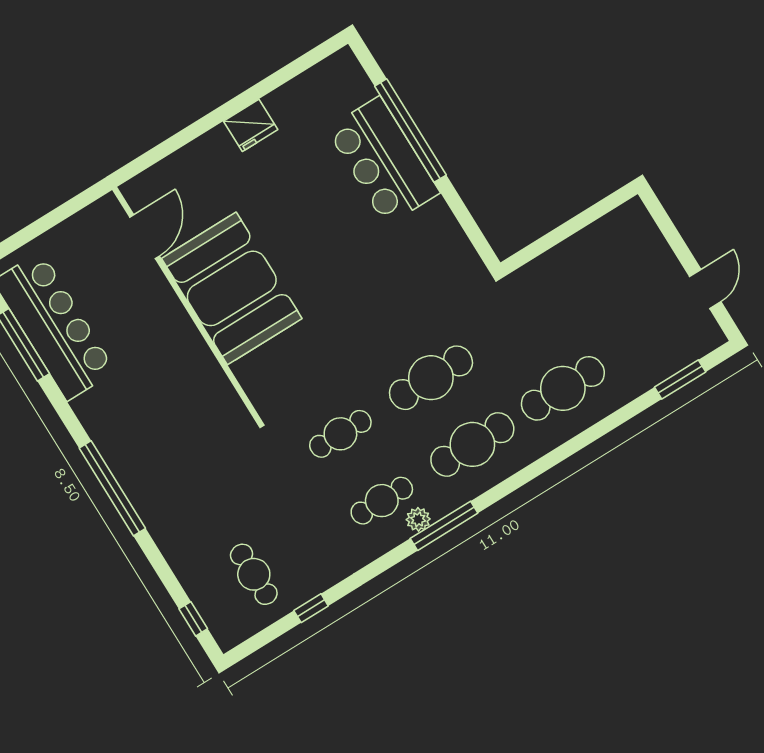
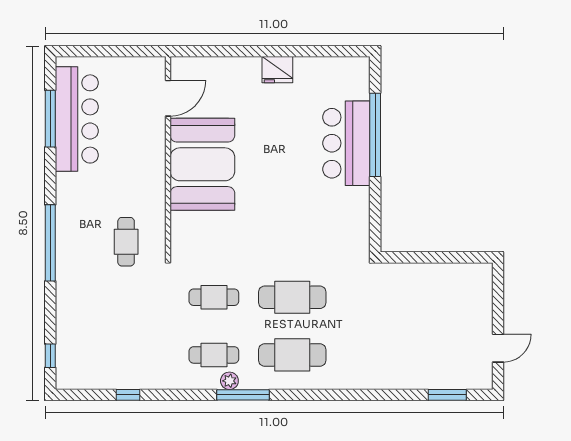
cafe table: (563, 388) -> (371, 355), removed
cafe table: (254, 574) -> (126, 242), moved

